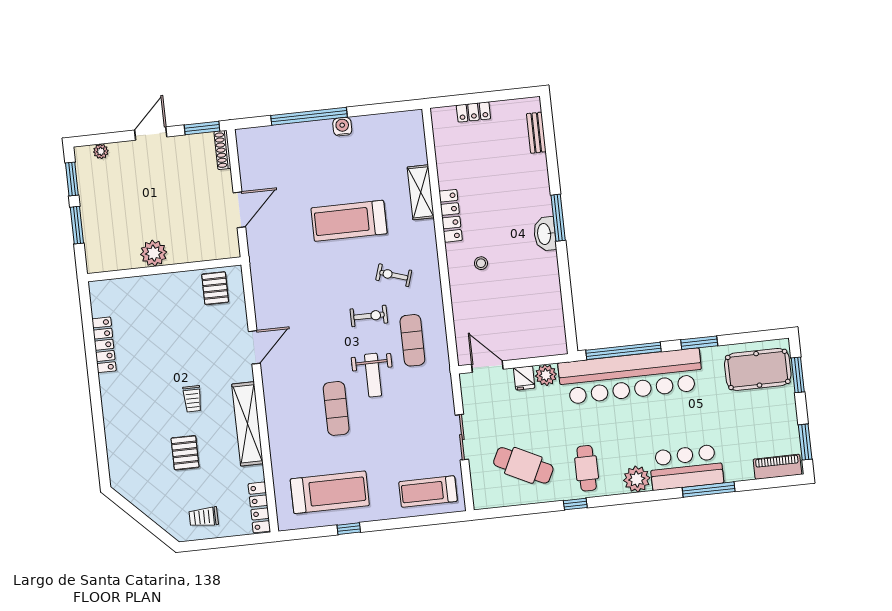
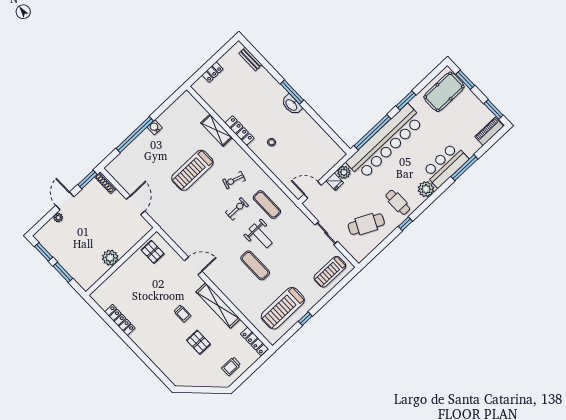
plant: (101, 151) -> (58, 218), moved
door: (254, 347) -> (193, 266), hinge flipped
treadmill: (330, 492) -> (283, 308), turned 180

